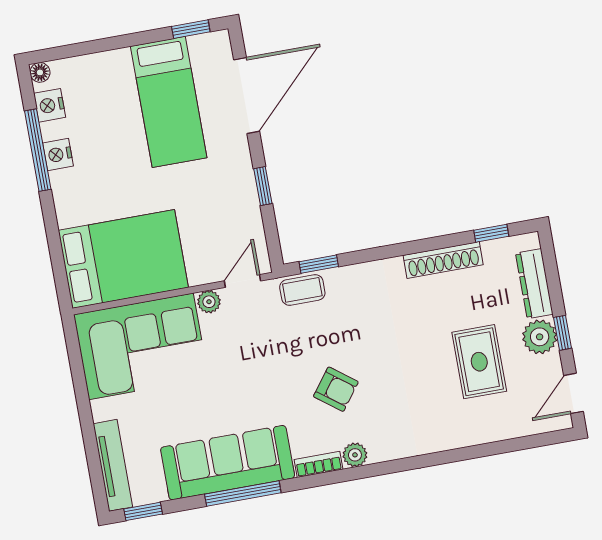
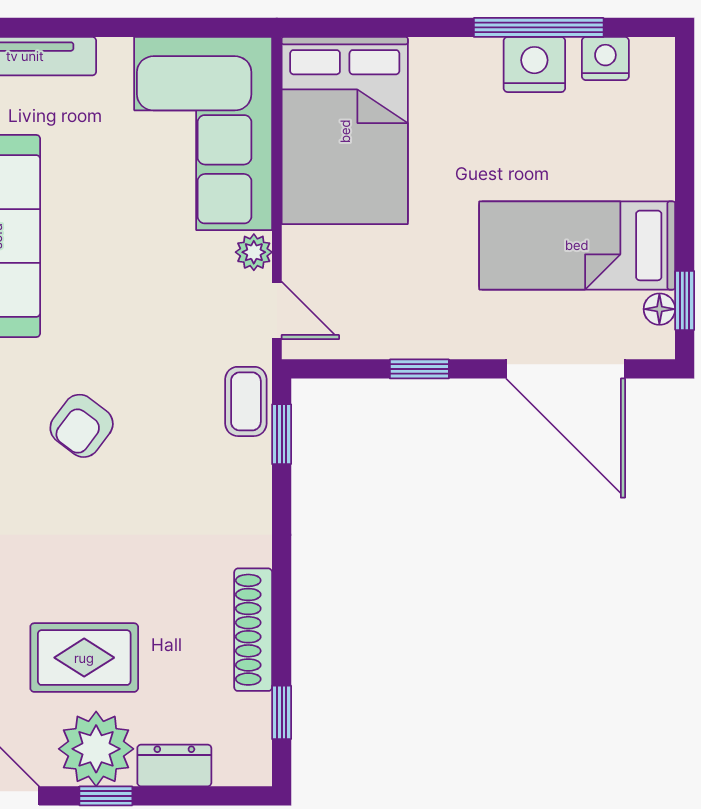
floor lamp: (40, 72) -> (659, 309), moved
nightstand: (58, 154) -> (534, 64), width x1.36, depth x1.33
dresser: (534, 284) -> (174, 765), width x0.70
plant: (540, 337) -> (96, 749), width x1.36, depth x1.36

